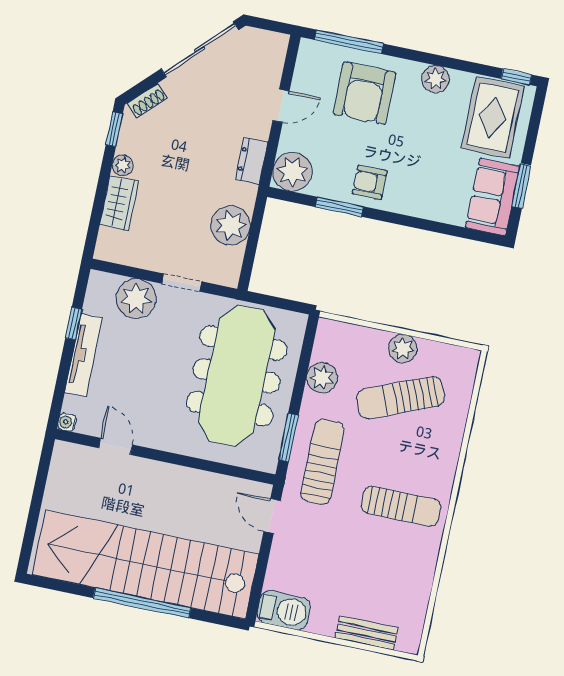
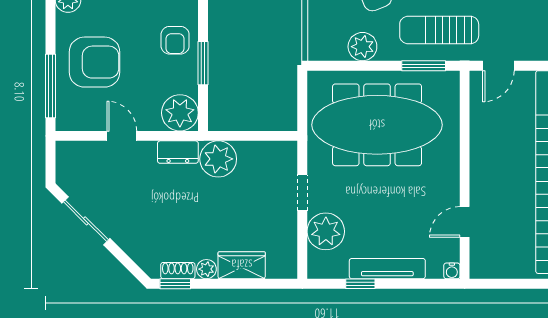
sliding door: (200, 49) -> (86, 221), width x0.73
shoe rack: (147, 101) -> (178, 271), moved, turned -45
plant: (231, 225) -> (218, 159), moved

